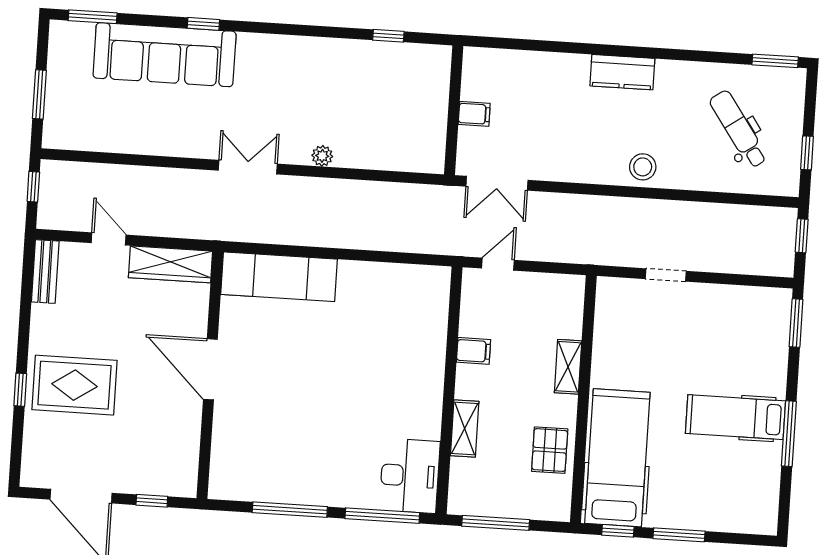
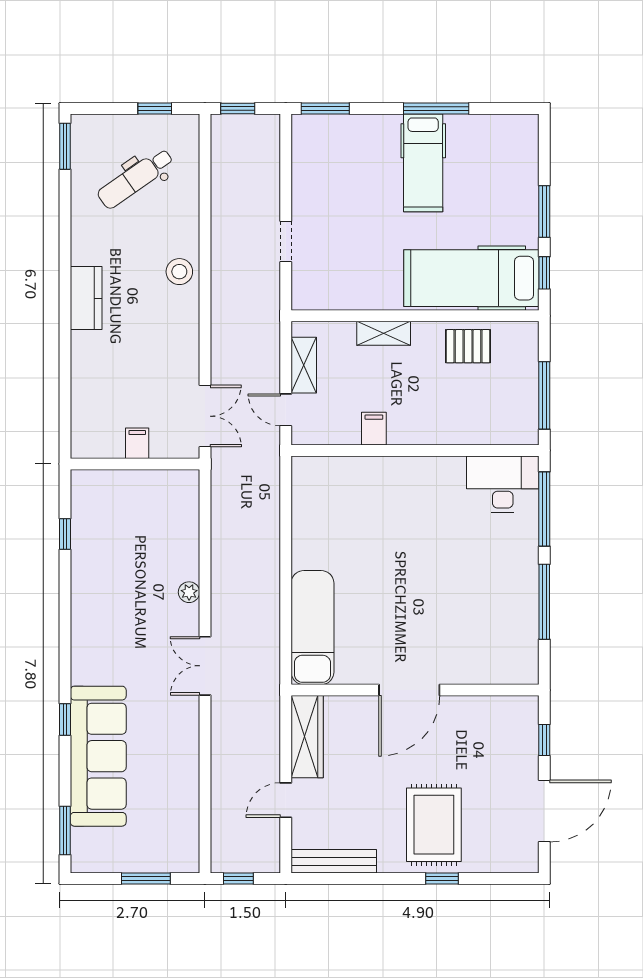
bench: (45, 272) -> (334, 861), width x1.36
shelving: (465, 429) -> (304, 365), moved, turned 90

